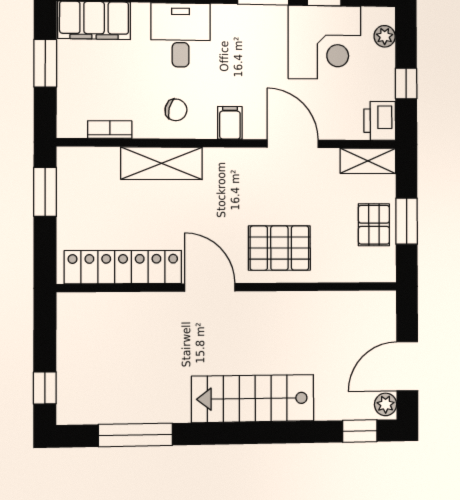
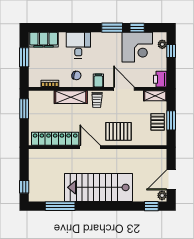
window: (406, 83) -> (171, 51), moved
trolley: (226, 170) -> (97, 100), added
stairs: (253, 399) -> (98, 187), width x1.36, depth x1.51

